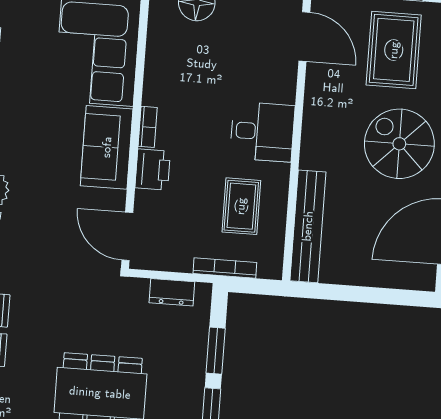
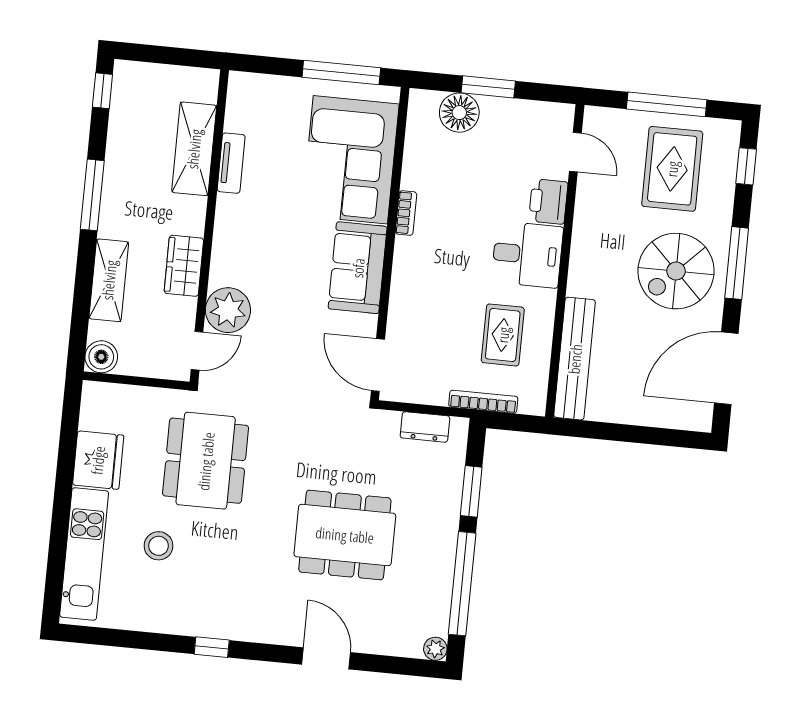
door: (304, 37) -> (575, 152), width x0.73
bookcase: (148, 127) -> (406, 213), moved
spiral stairs: (399, 144) -> (676, 271), turned -90
printer: (153, 169) -> (548, 201), moved, turned 180

